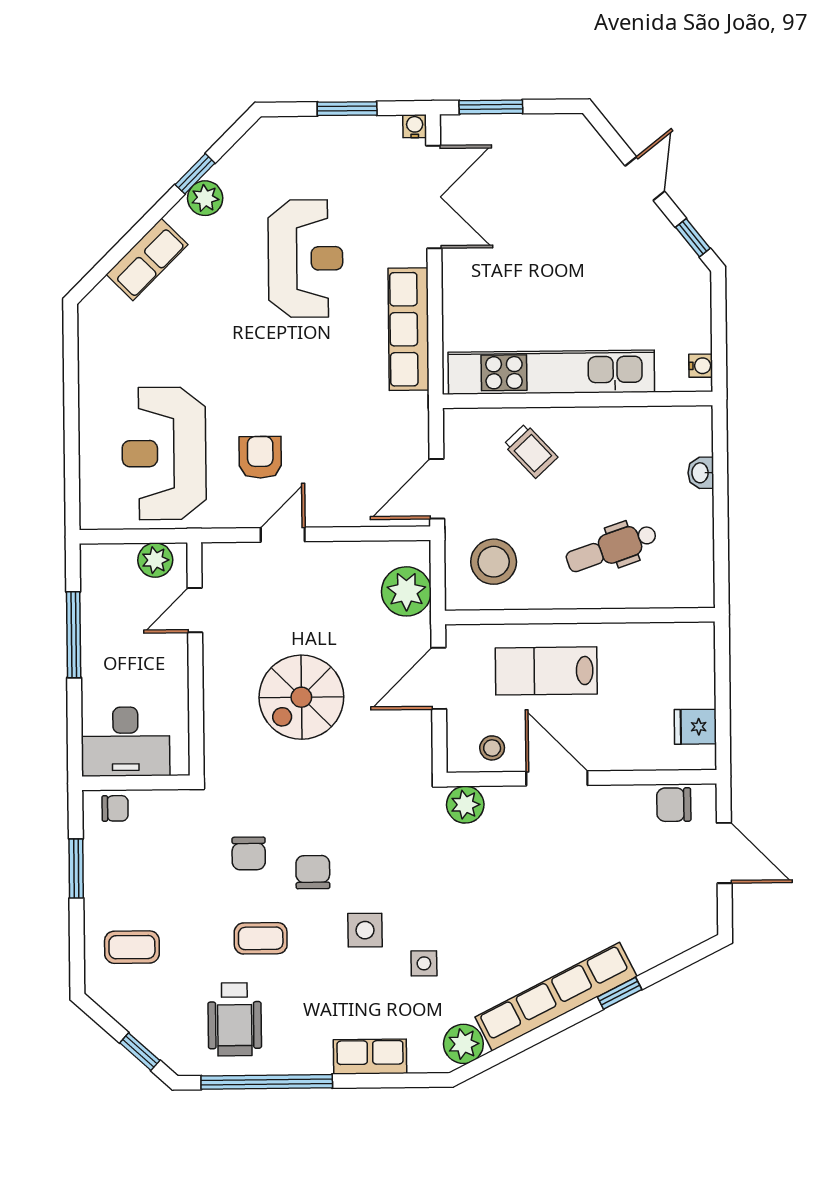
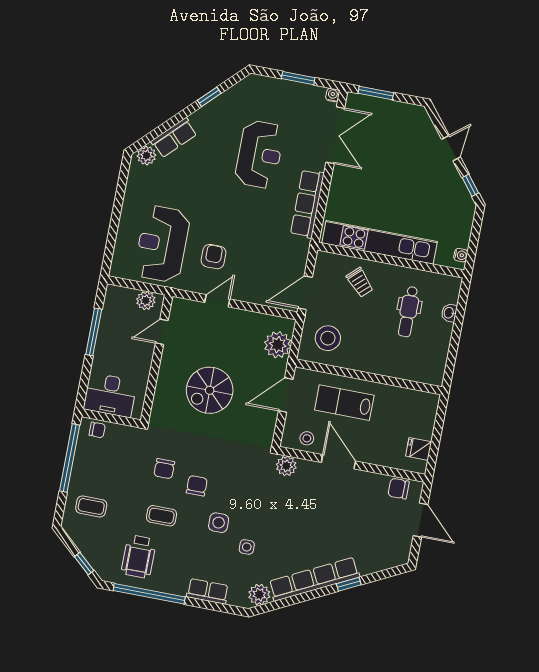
plant: (205, 198) -> (147, 155), moved
dental chair: (611, 548) -> (408, 312), moved, turned -71
window: (76, 868) -> (70, 458), width x2.11

